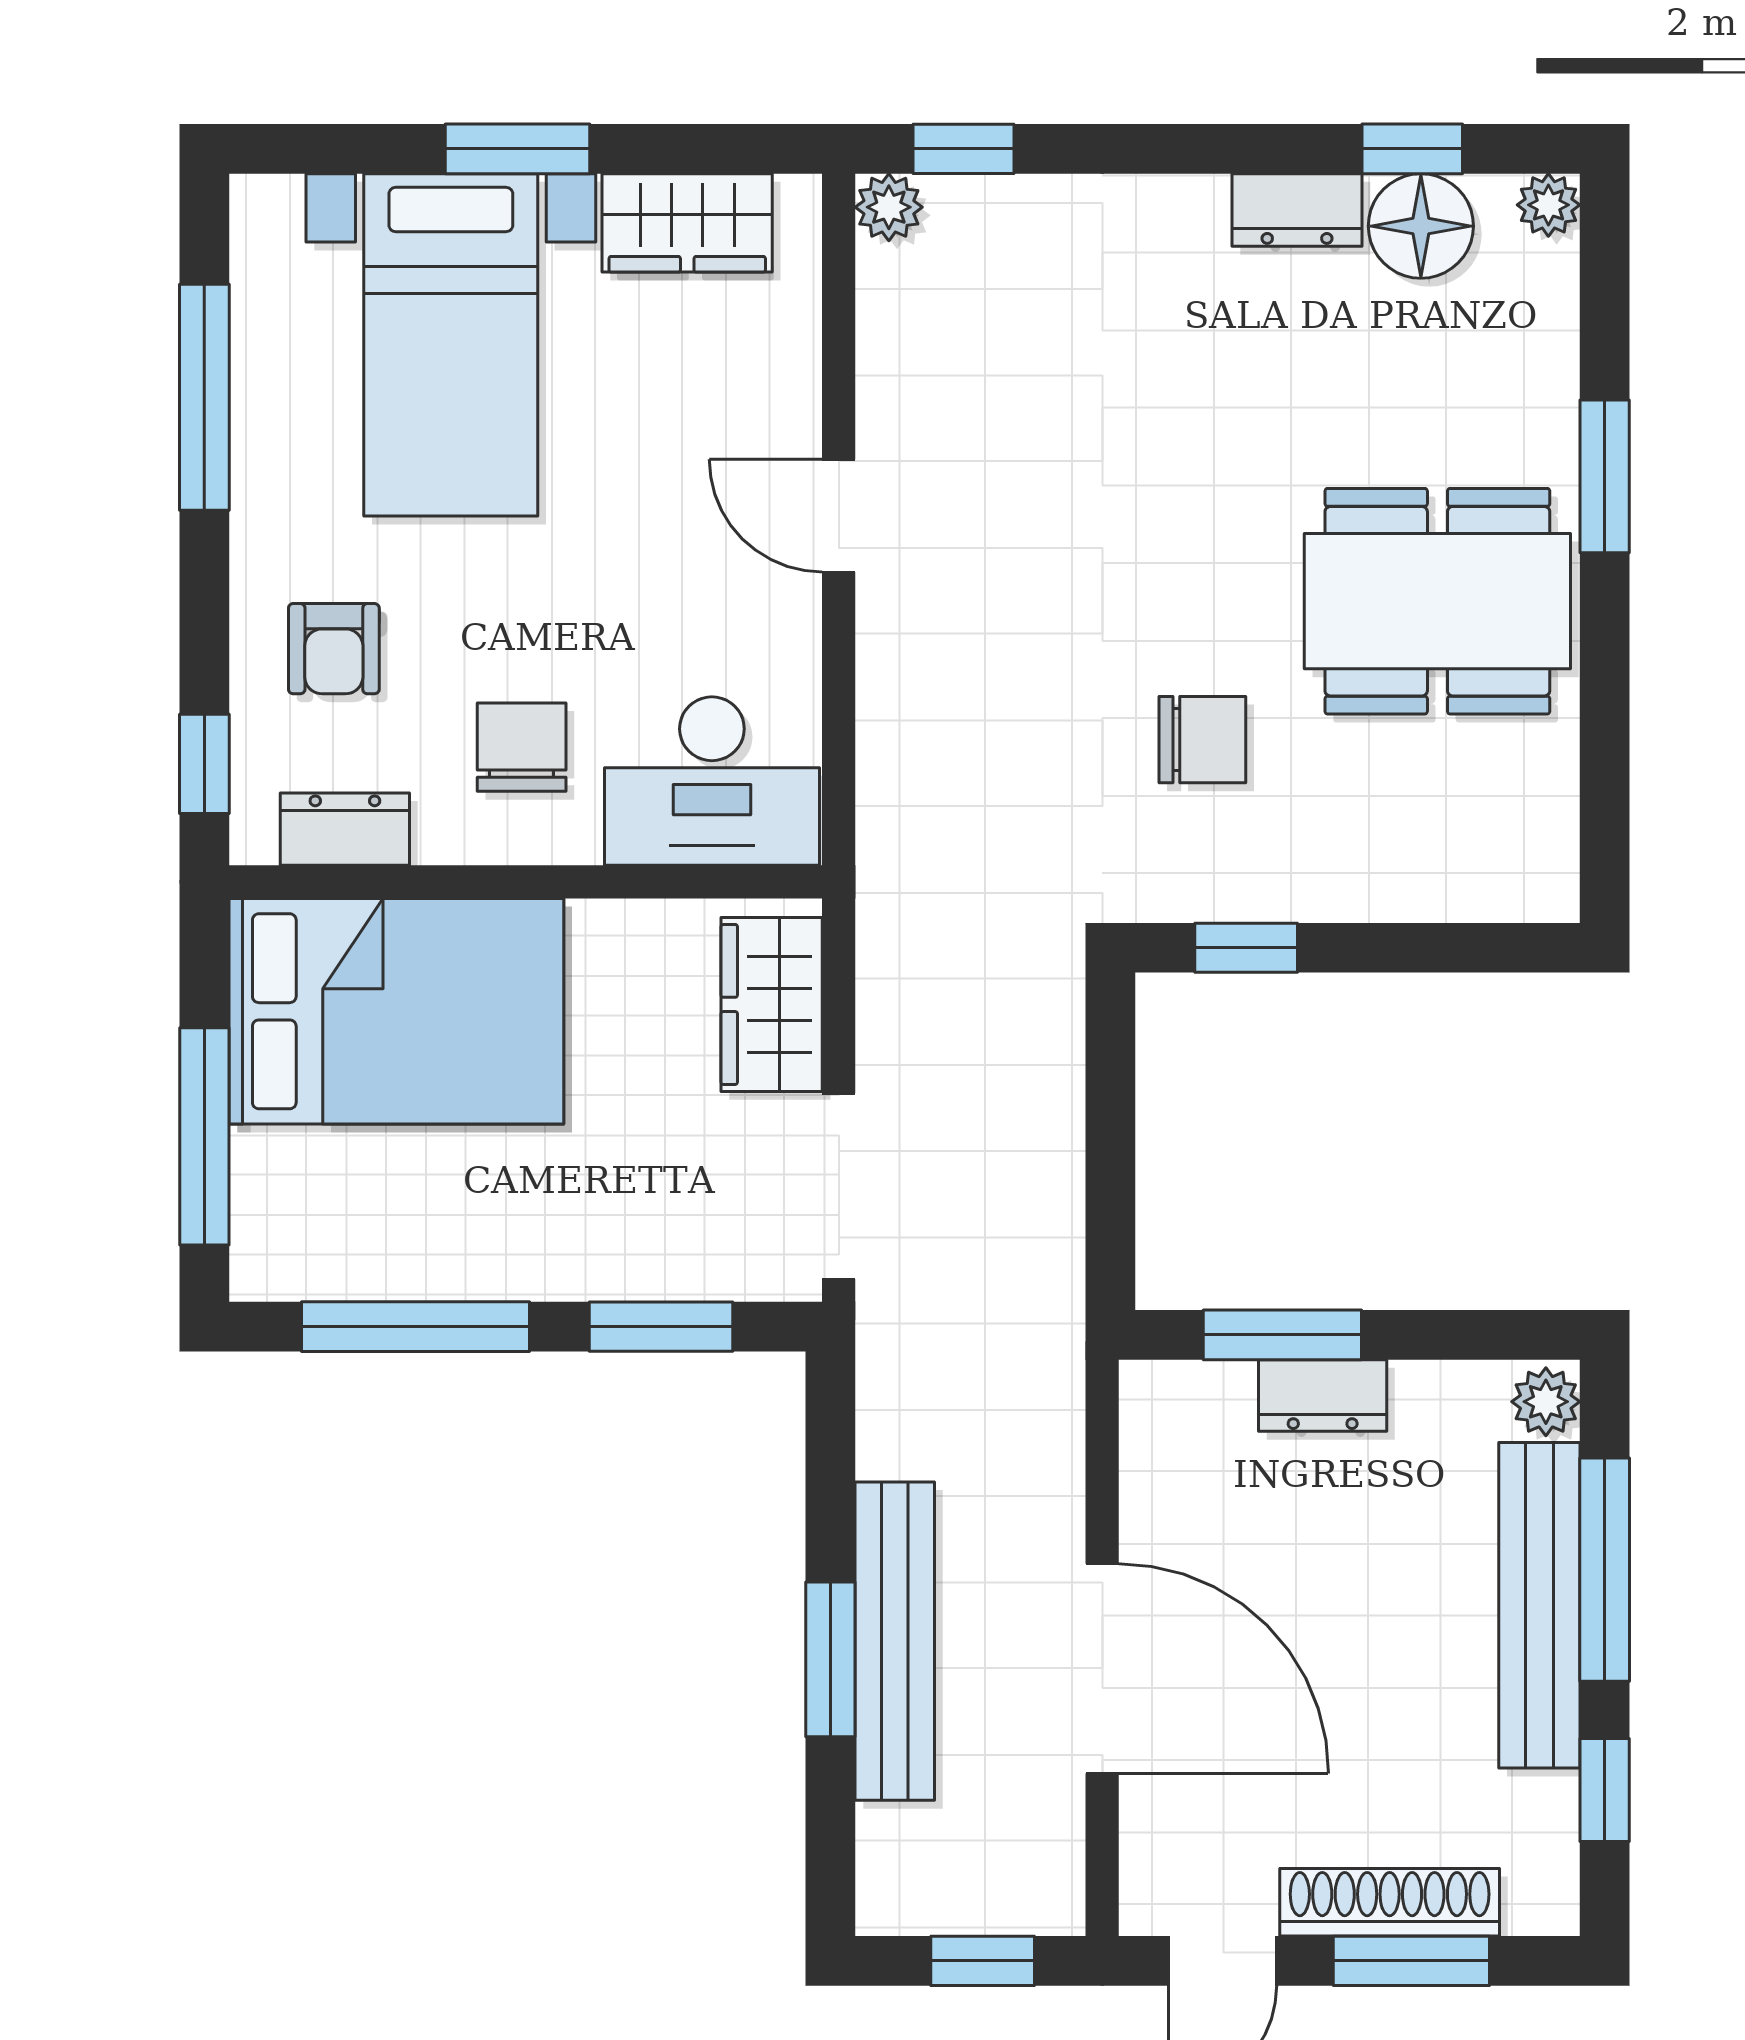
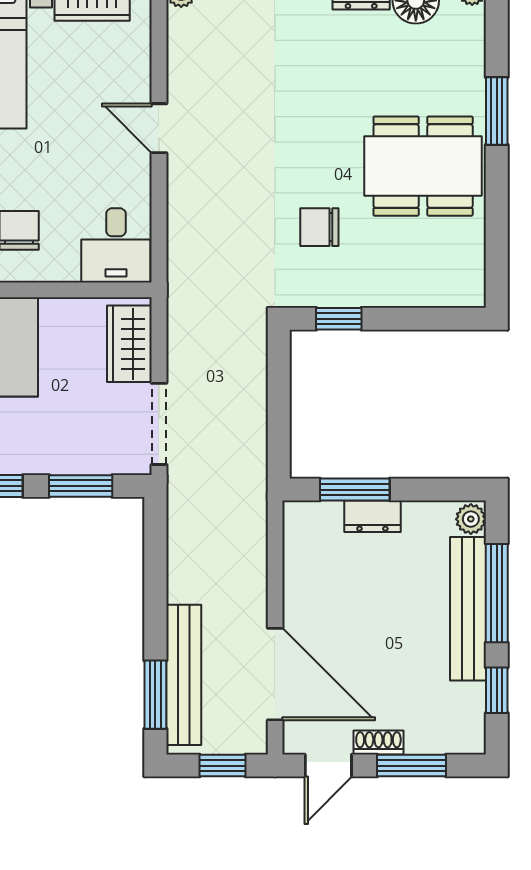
chair: (1202, 740) -> (319, 227), turned 180
desk: (712, 781) -> (116, 245), width x0.73
bench: (895, 1641) -> (184, 675), moved
window: (830, 1659) -> (155, 695), moved
door: (1102, 1669) -> (275, 674), moved
shoe rack: (1390, 1902) -> (378, 743), width x0.51, depth x0.81

